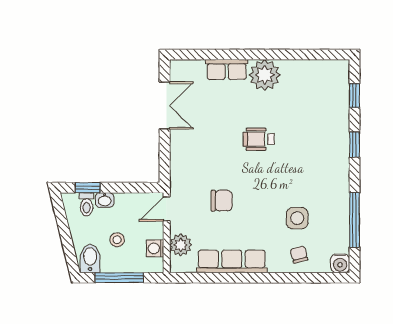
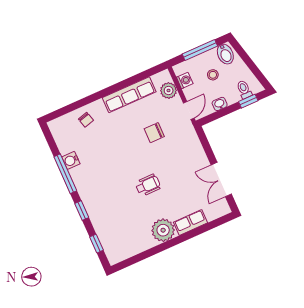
washbasin: (105, 200) -> (220, 104), moved
side table: (297, 218) -> (98, 144), removed
window: (354, 220) -> (65, 174), moved
water cooler: (340, 263) -> (71, 160), moved, turned -90

